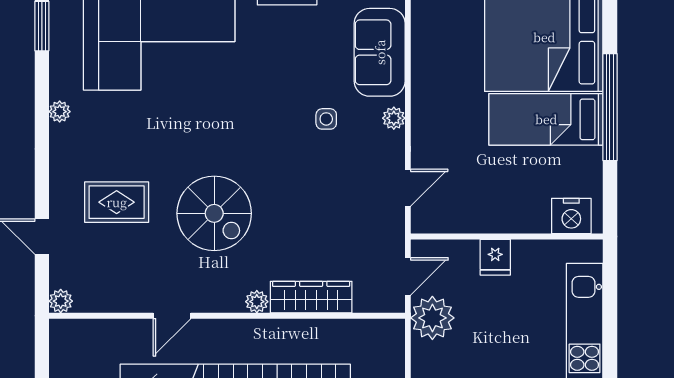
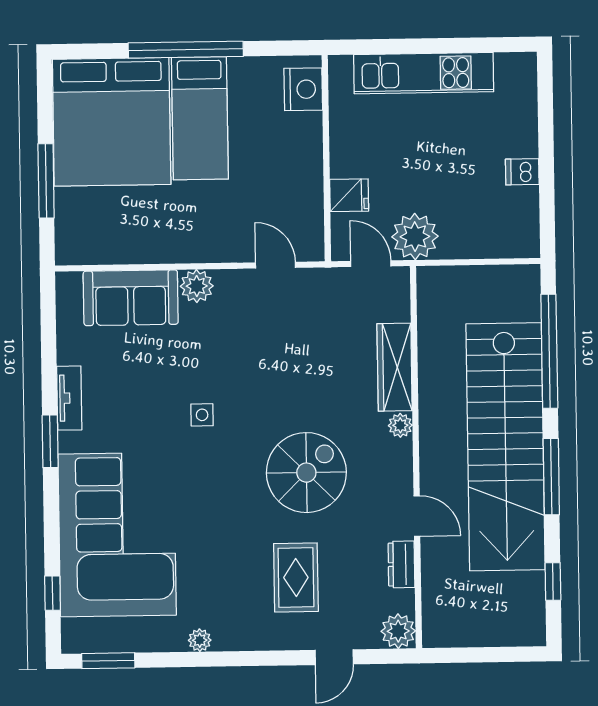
plant: (394, 118) -> (197, 286), width x1.38, depth x1.38
side table: (326, 119) -> (202, 415), moved
fridge: (495, 257) -> (349, 195), moved
plant: (61, 301) -> (398, 631), width x1.38, depth x1.38
dresser: (127, 301) -> (402, 564), added

